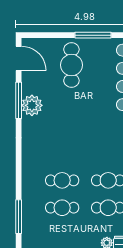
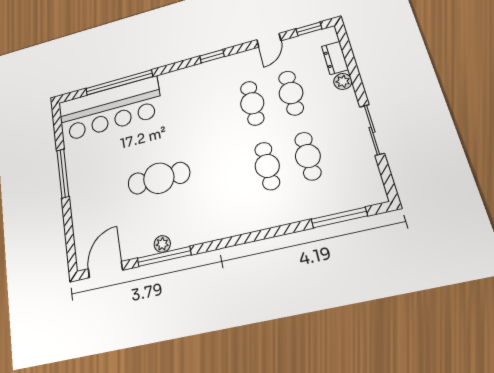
cafe table: (71, 65) -> (159, 178), moved
plant: (32, 105) -> (162, 244), width x0.53, depth x0.53

